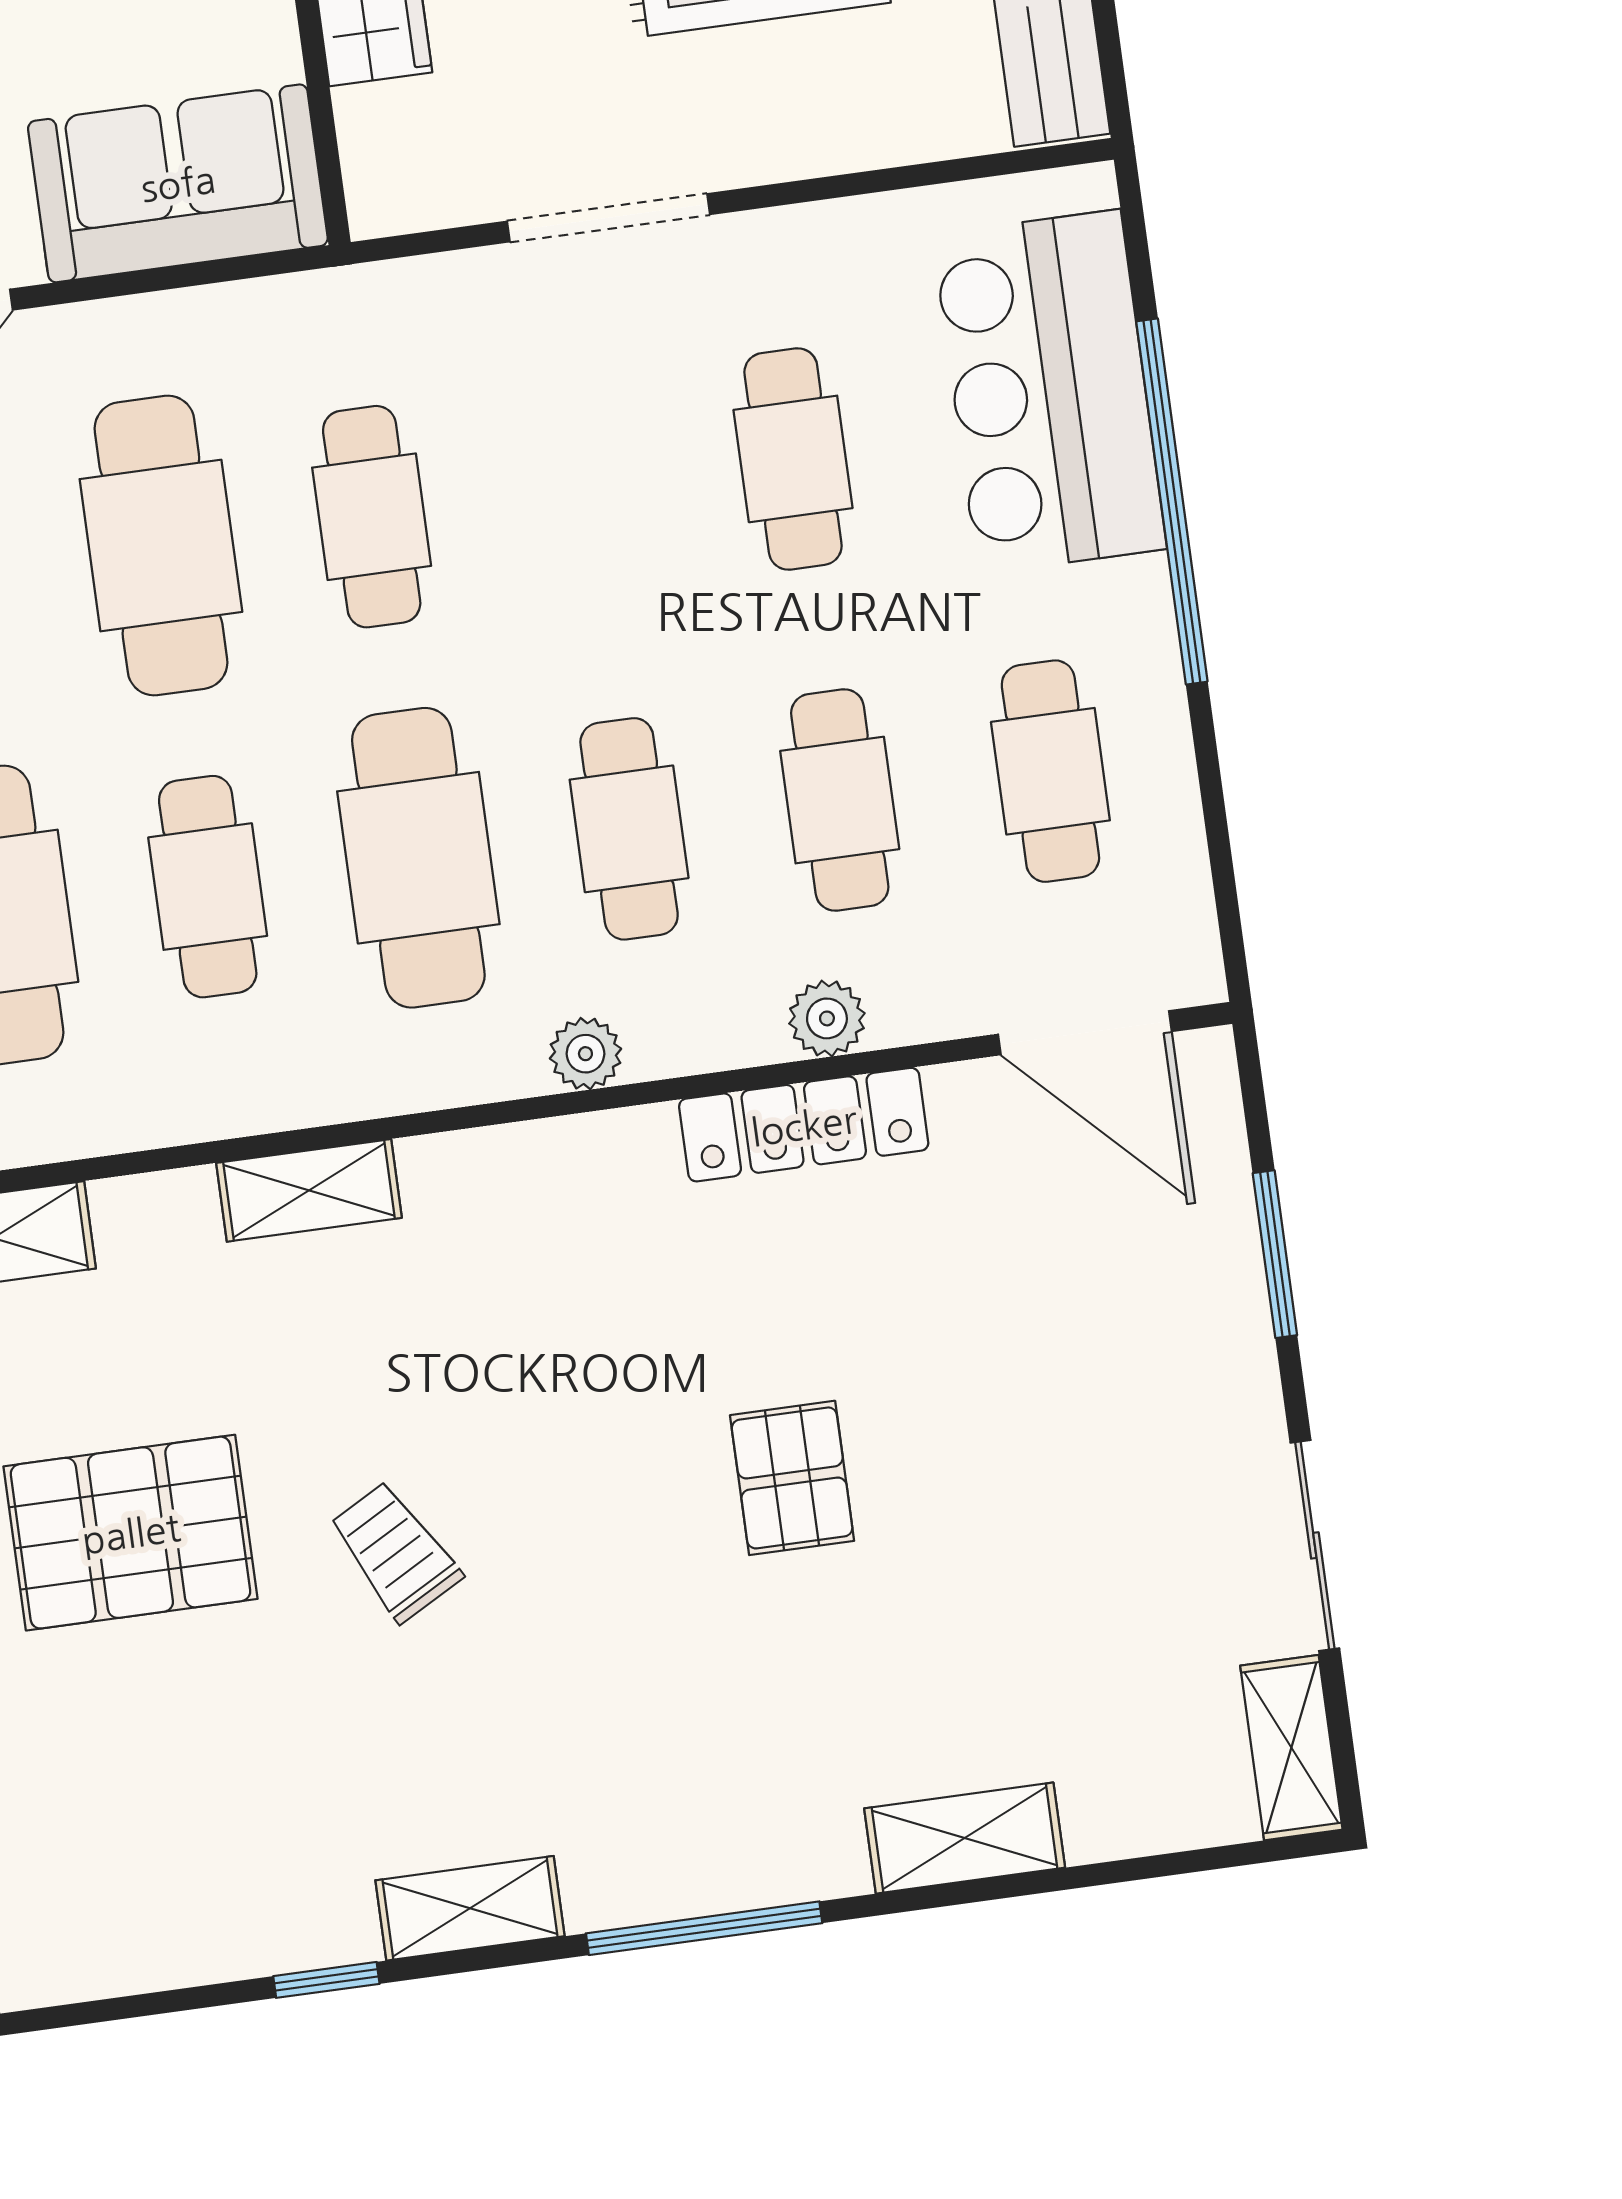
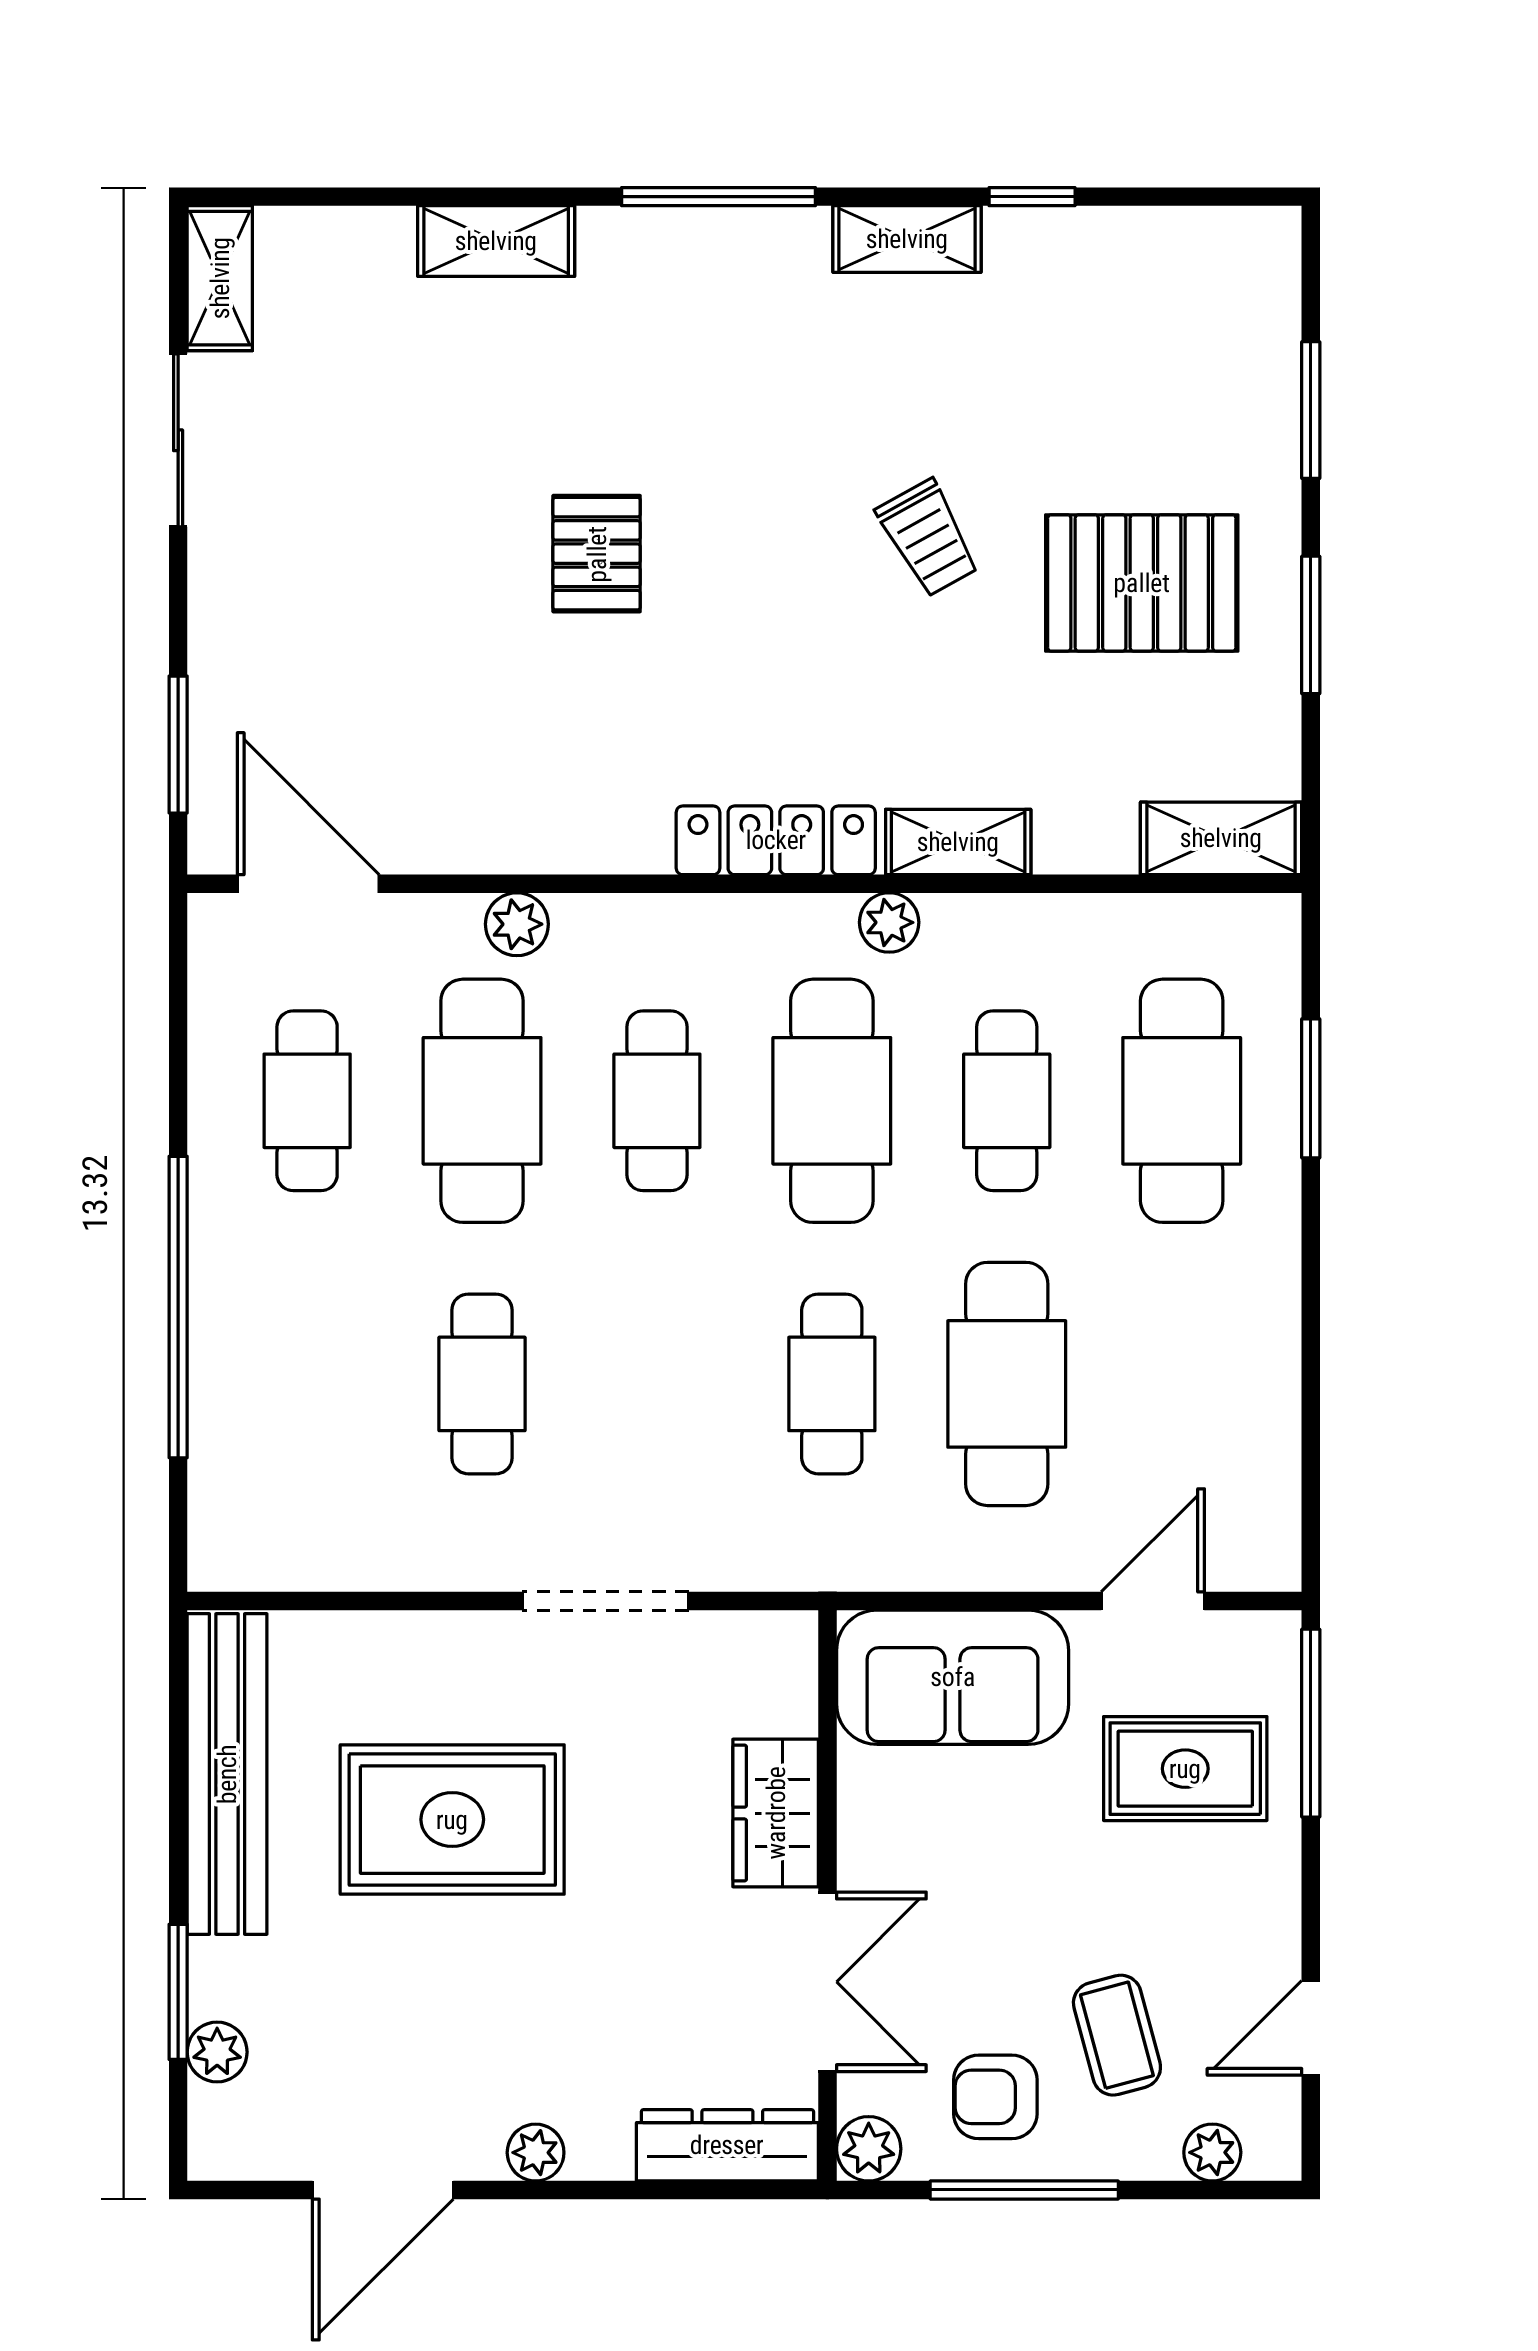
bar counter: (1049, 392) -> (266, 1410), removed
cafe table: (840, 800) -> (482, 1101), width x1.37, depth x1.35
plant: (585, 1054) -> (889, 922), moved
locker: (804, 1125) -> (776, 840), moved
window: (1275, 1254) -> (178, 745), moved

